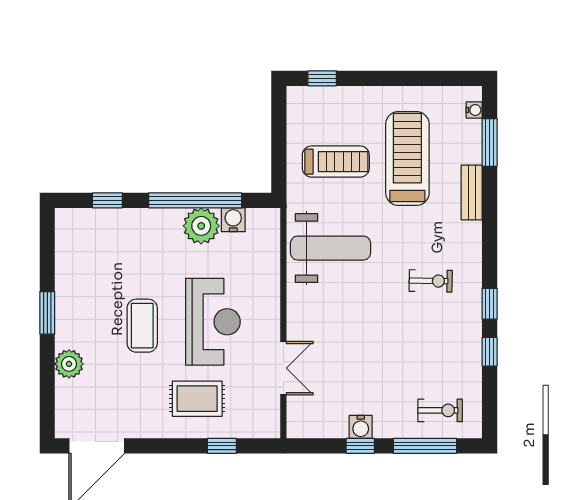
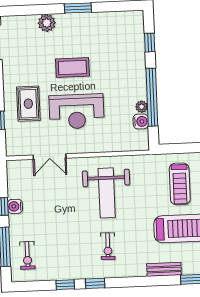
plant: (201, 226) -> (142, 107), width x0.53, depth x0.53
weight bench: (331, 248) -> (107, 193), moved

